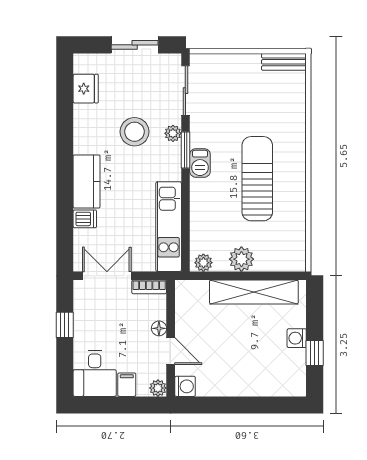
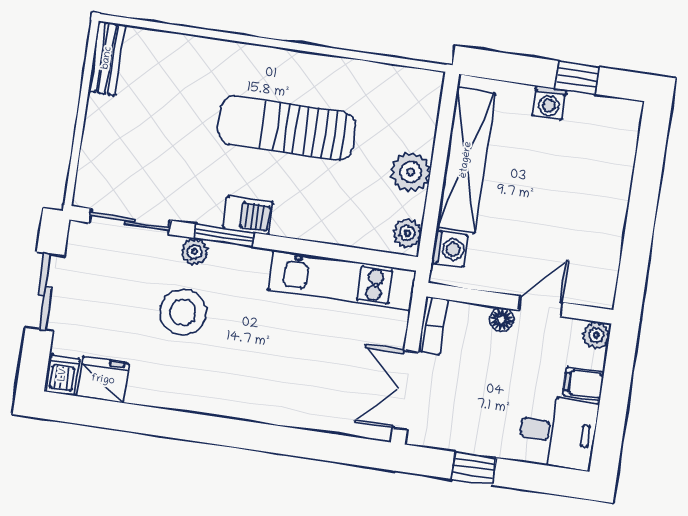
kitchen counter: (87, 181) -> (251, 400), removed
dishwasher: (85, 219) -> (63, 375), moved
washing machine: (185, 386) -> (450, 249), moved, turned 90

